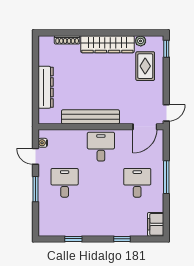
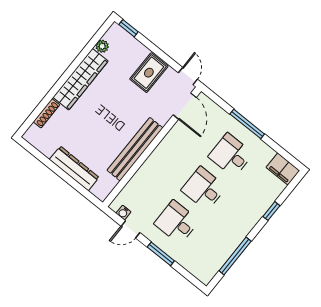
rug: (145, 66) -> (149, 73), moved, turned 90
desk: (101, 147) -> (204, 189), moved
window: (73, 239) -> (235, 256), width x2.17

